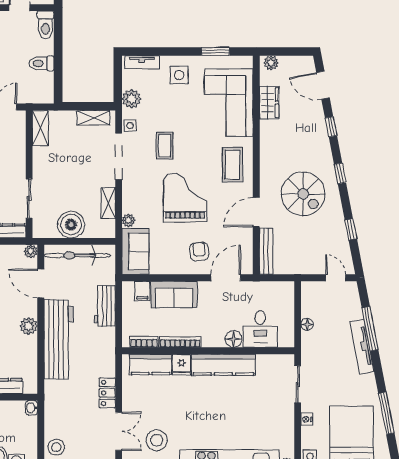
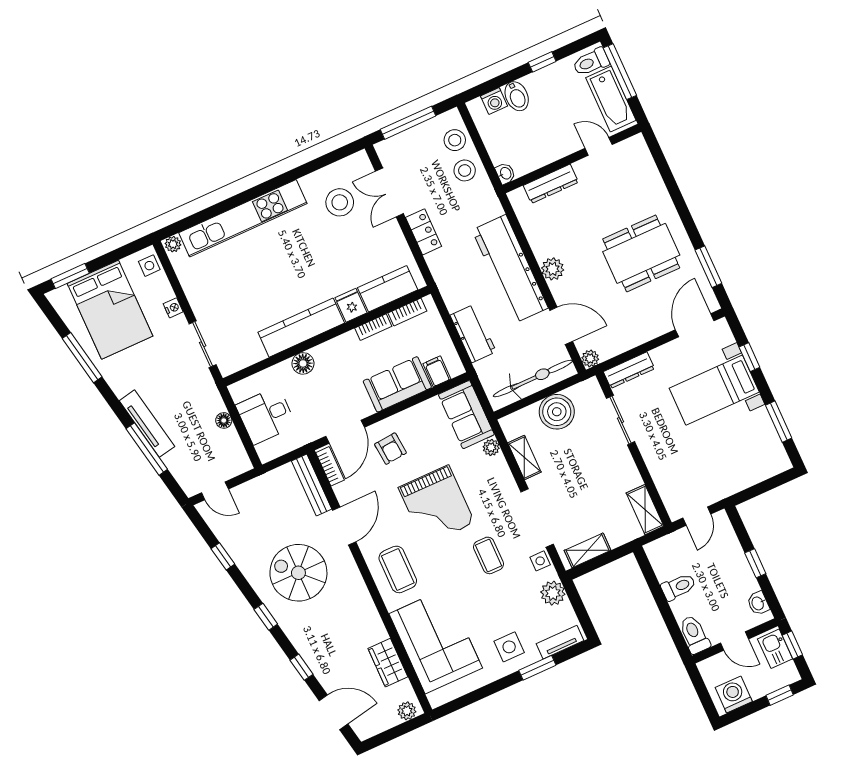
window: (215, 52) -> (537, 668), moved
bookcase: (247, 258) -> (330, 466), added
desk: (260, 329) -> (266, 415), moved, turned -90
bookcase: (180, 342) -> (373, 327), width x0.64
stool: (59, 423) -> (465, 170), added

